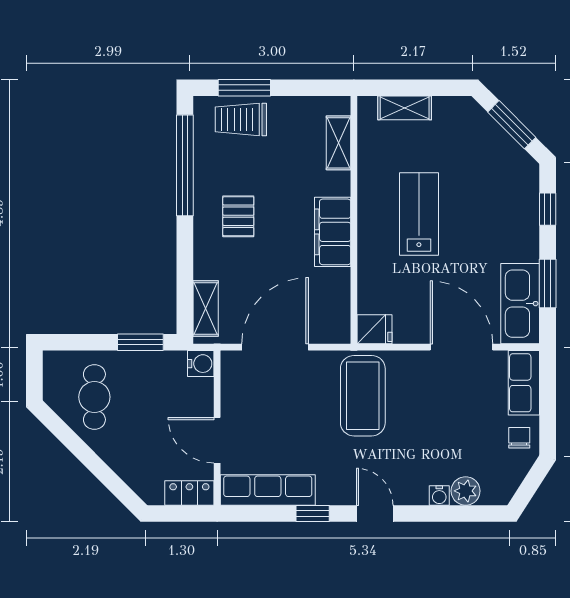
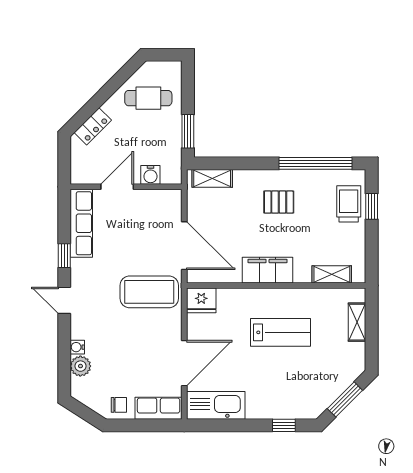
window: (244, 88) -> (372, 206), width x0.67
window: (548, 283) -> (230, 425), removed
fridge: (375, 329) -> (201, 300), width x1.38
door: (275, 347) -> (184, 246), moved
water cooler: (201, 364) -> (150, 175), moved
locker: (189, 493) -> (93, 126), moved, turned 45
door: (375, 514) -> (64, 300), swing flipped

